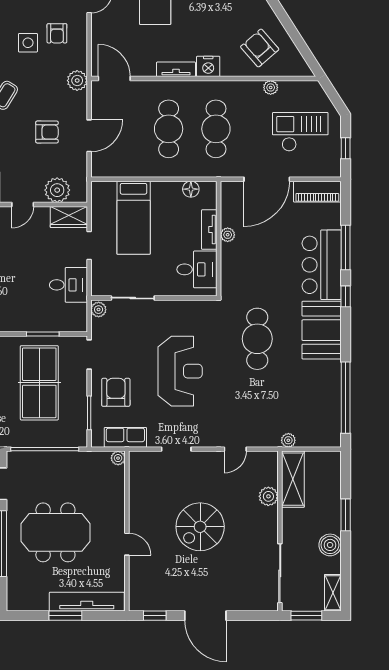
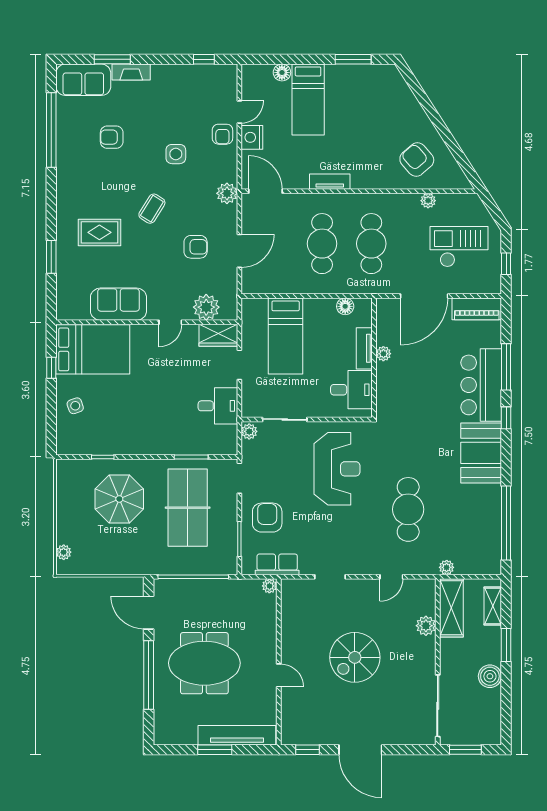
armchair: (57, 33) -> (222, 134), moved
nightstand: (208, 66) -> (252, 137), moved, turned 90
cafe table: (257, 339) -> (408, 509), moved
reception desk: (180, 371) -> (337, 469), moved
shelving: (333, 593) -> (493, 606), moved

